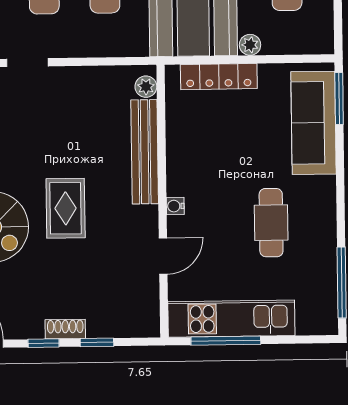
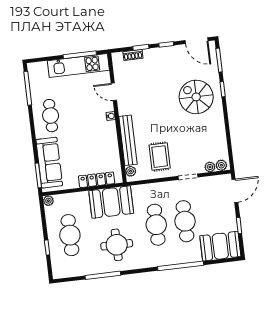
plant: (250, 45) -> (48, 201), moved
rug: (66, 208) -> (160, 157), moved
cafe table: (271, 223) -> (51, 116), moved
door: (163, 256) -> (114, 92), hinge flipped
shoe rack: (65, 329) -> (133, 55), moved

